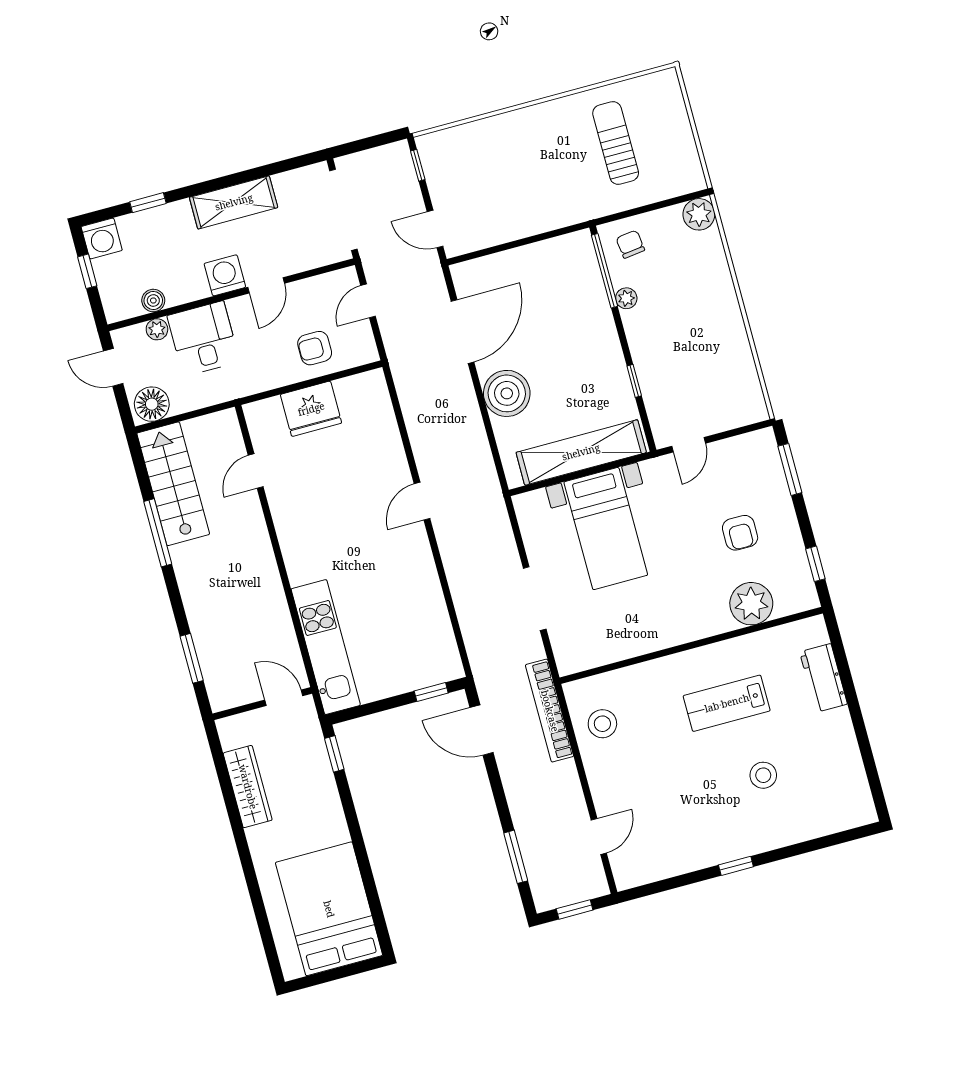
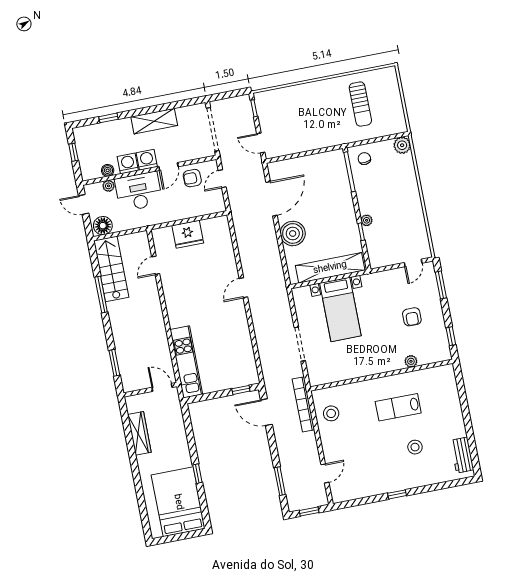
sun lounger: (616, 143) -> (360, 104), turned 180
washing machine: (102, 238) -> (128, 163), moved, turned 180
plant: (626, 298) -> (367, 220), moved
desk: (203, 339) -> (139, 192), width x1.37
armchair: (315, 348) -> (192, 178), moved
door: (689, 445) -> (413, 263), moved
plant: (751, 604) -> (411, 361), width x0.53, depth x0.53
workbench: (823, 678) -> (462, 455), moved
window: (334, 754) -> (197, 474), moved

